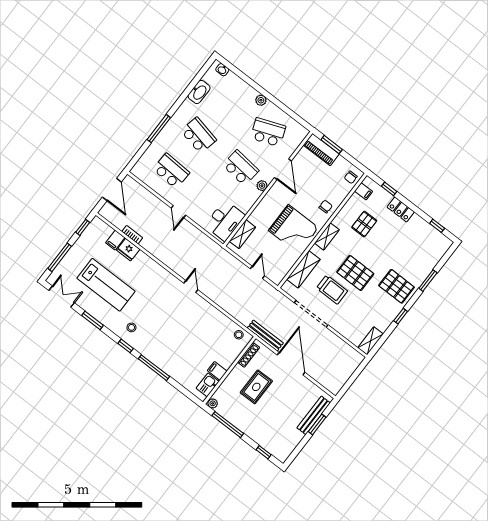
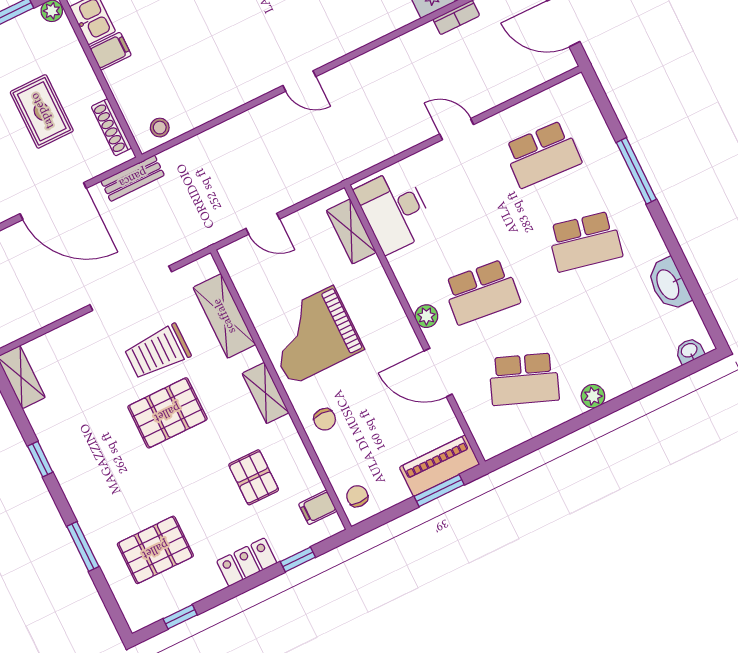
school desk: (268, 132) -> (524, 379), turned 42
pallet: (397, 286) -> (155, 550), moved
bench: (265, 336) -> (133, 178), width x0.73

